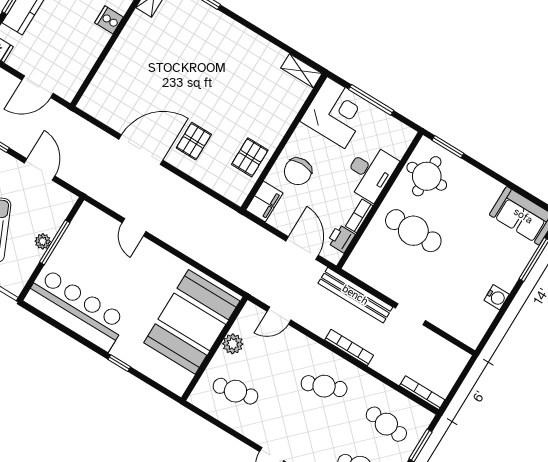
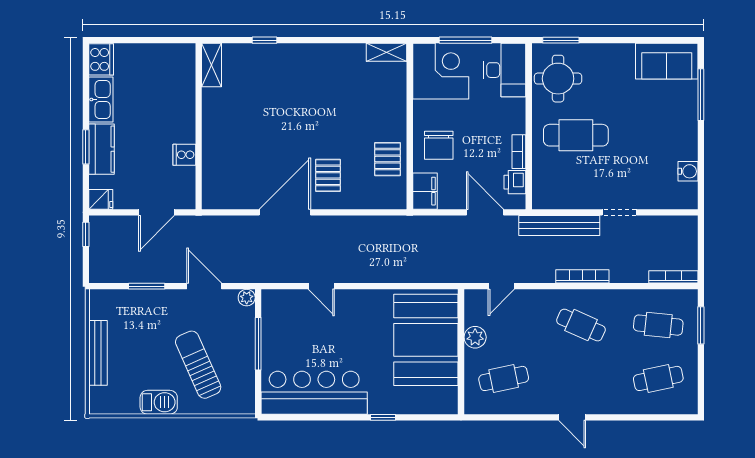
cooker: (109, 20) -> (184, 155), moved
desk: (370, 172) -> (505, 70), moved
plant: (43, 241) -> (247, 298), moved
water cooler: (497, 297) -> (688, 171), moved
cafe table: (324, 386) -> (581, 325), turned 45

